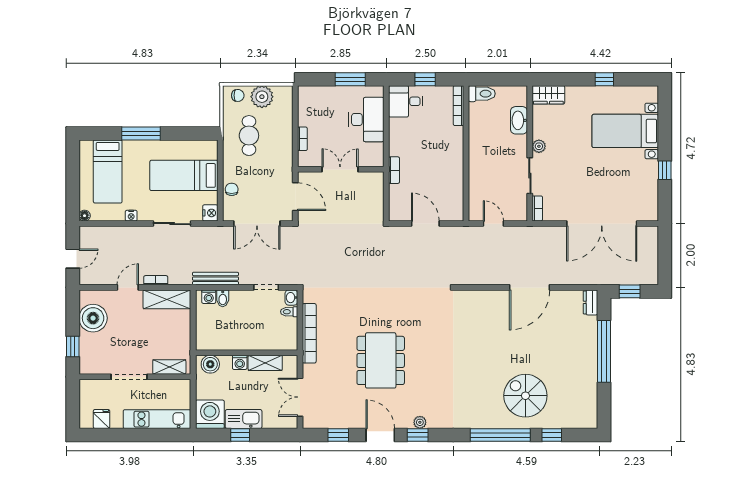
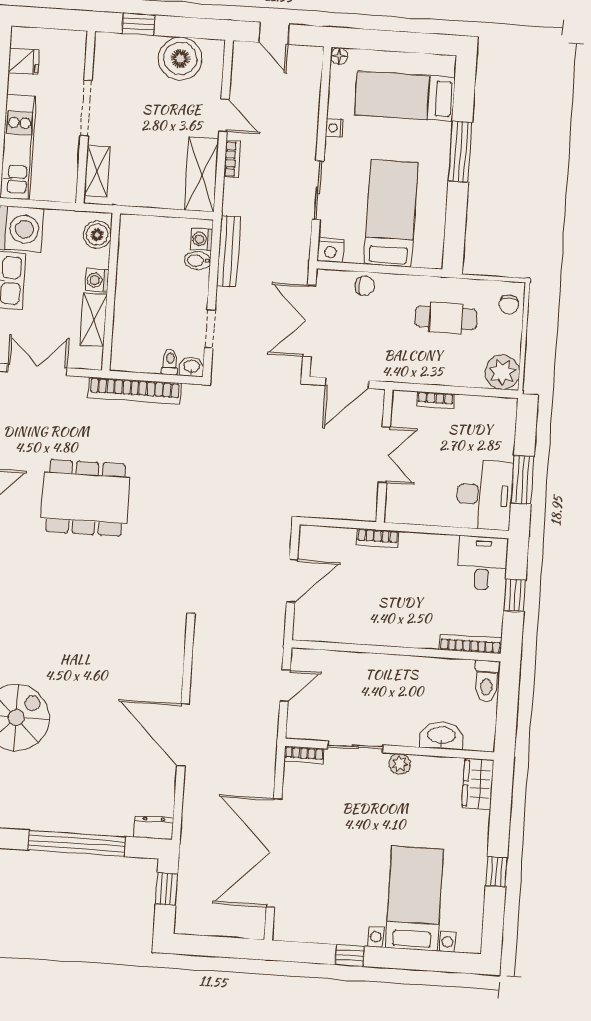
plant: (262, 97) -> (502, 372), moved
desk: (366, 120) -> (484, 495), moved, turned -90

